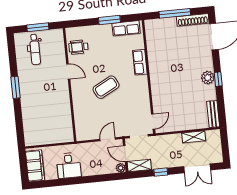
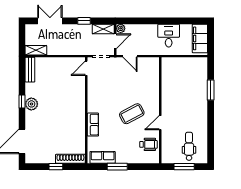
window: (175, 13) -> (56, 167), width x0.46
shoe rack: (193, 20) -> (70, 159), moved
door: (68, 72) -> (160, 123), hinge flipped
window: (15, 87) -> (211, 90), moved
coffee table: (106, 87) -> (132, 114), moved
shelving: (194, 137) -> (36, 50), moved
door: (108, 139) -> (130, 56), hinge flipped
door: (125, 154) -> (115, 41), hinge flipped

